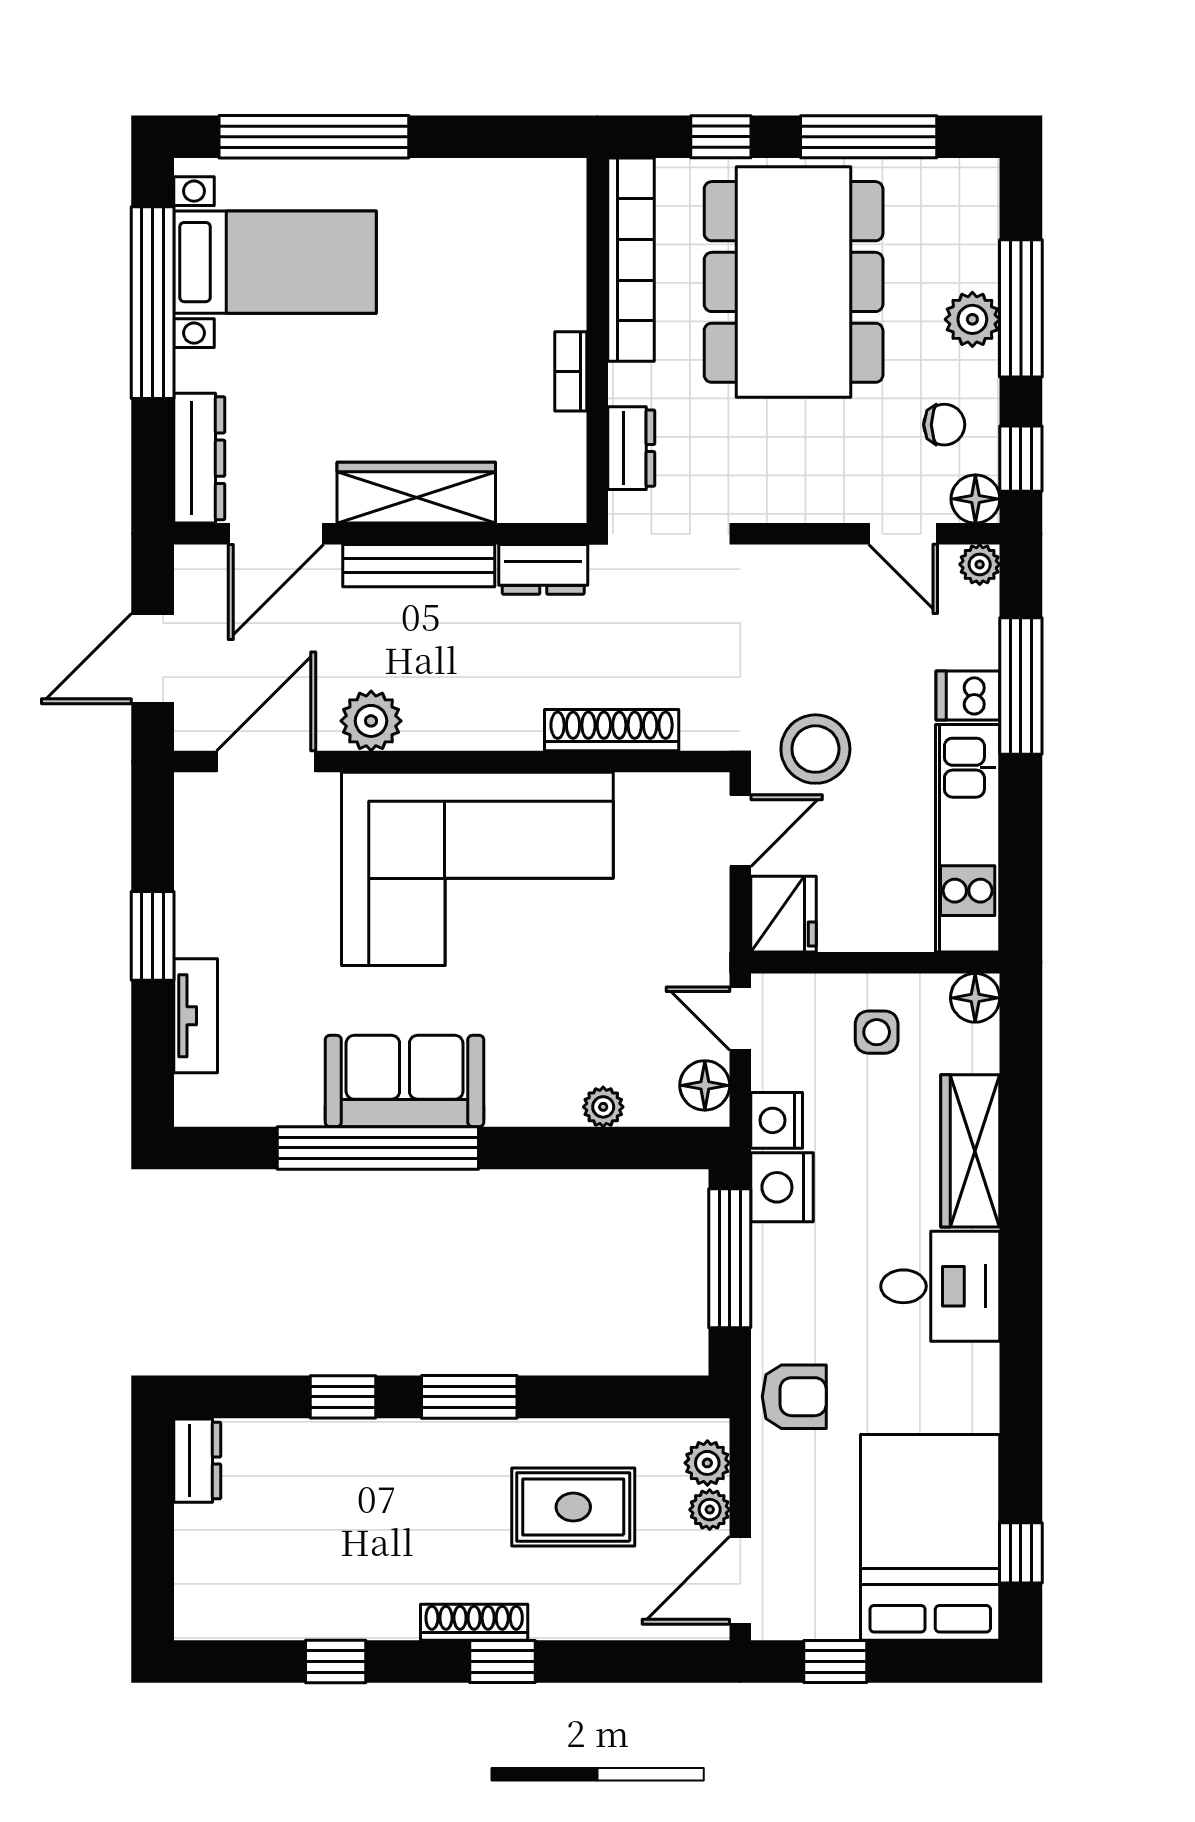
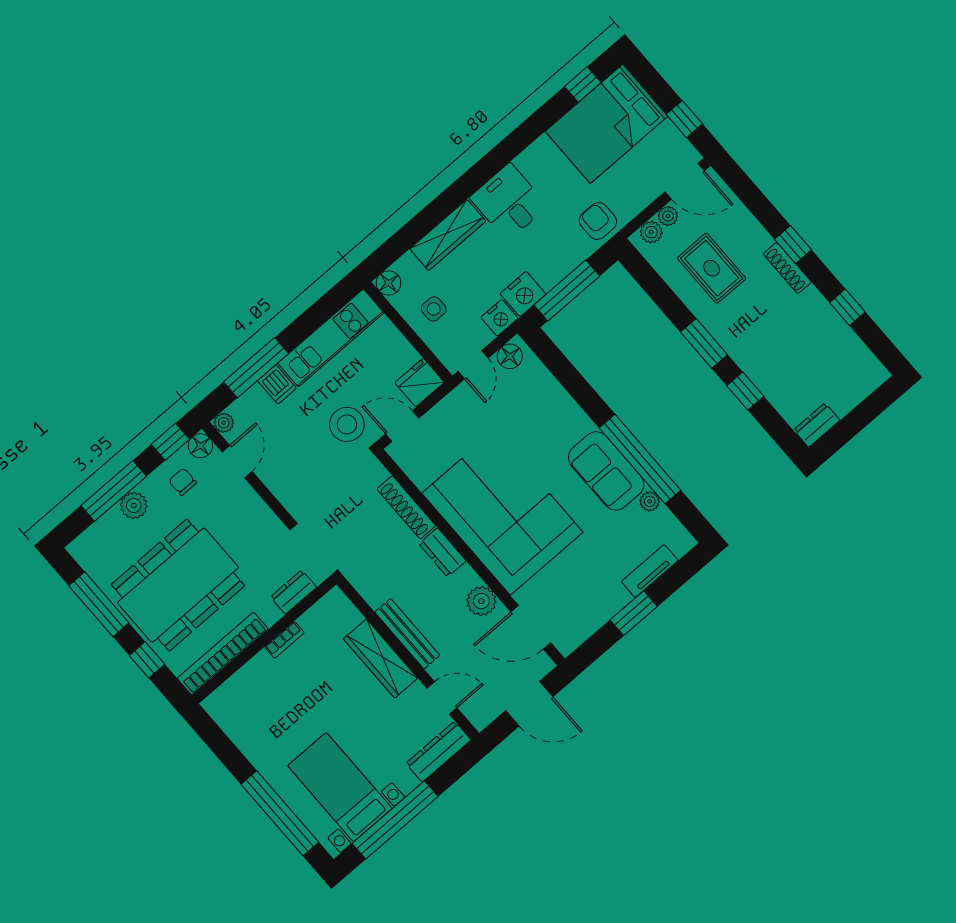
door: (276, 534) -> (442, 698), width x0.73
dresser: (543, 569) -> (443, 552), moved, turned 180
plant: (603, 1107) -> (650, 501), moved

